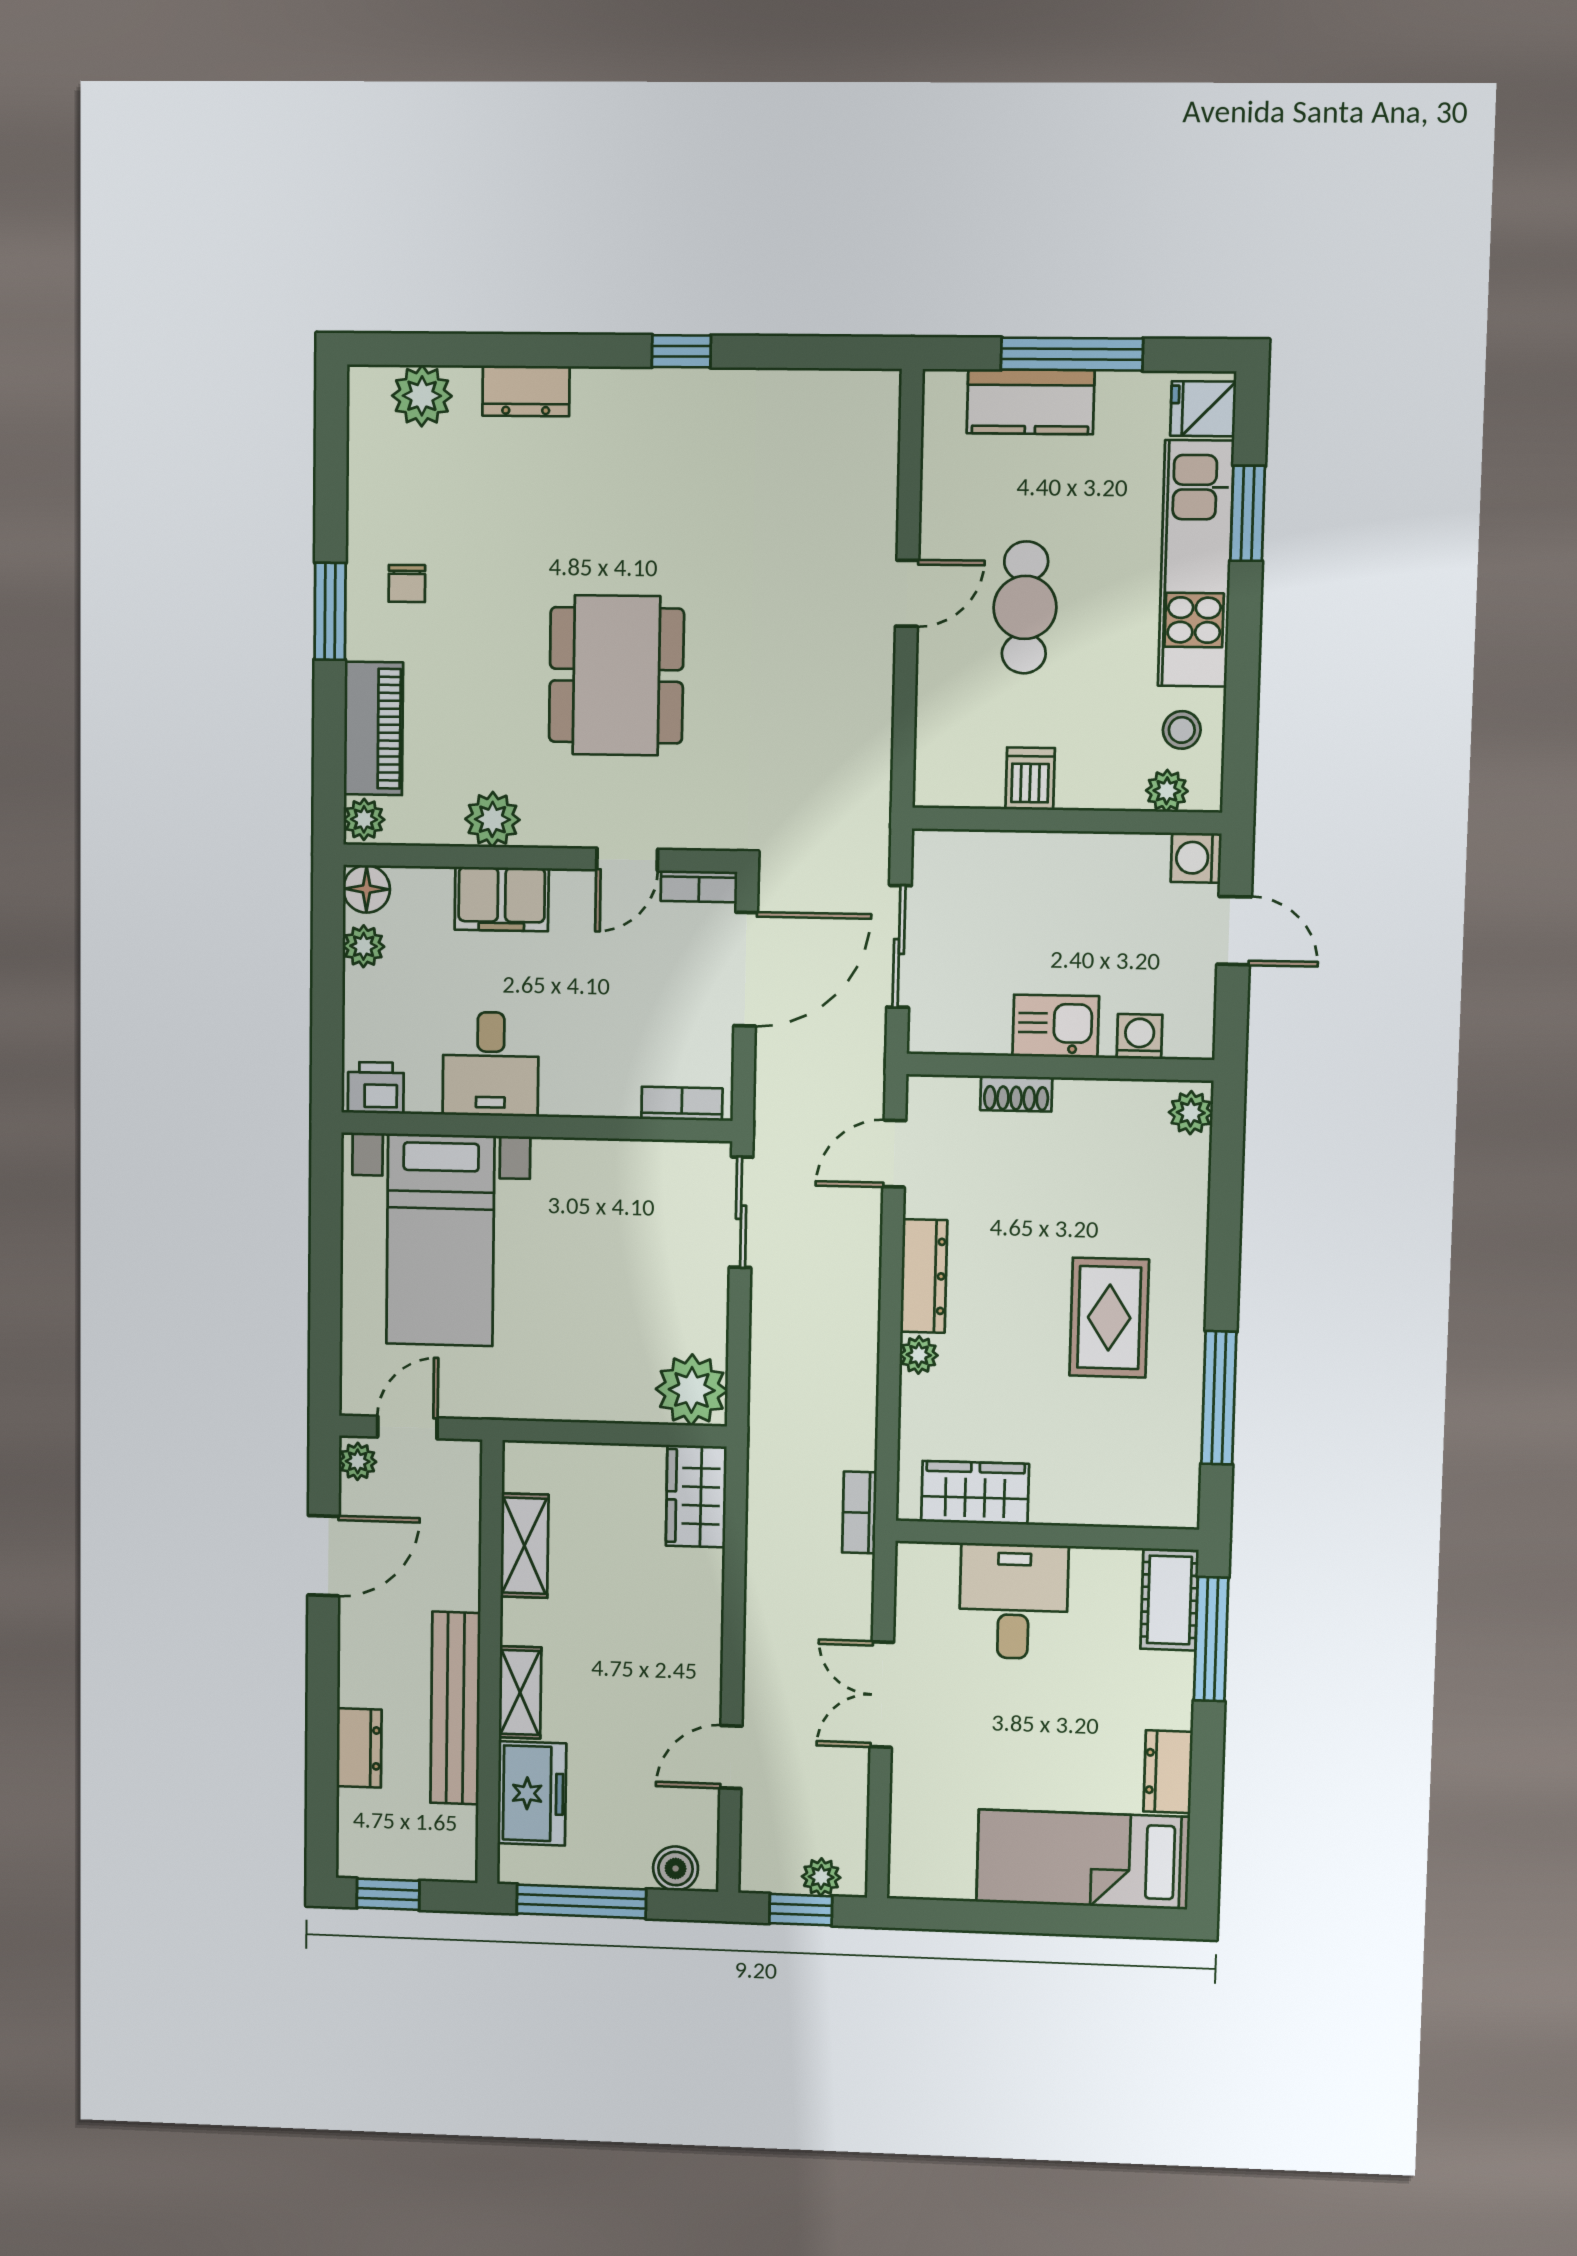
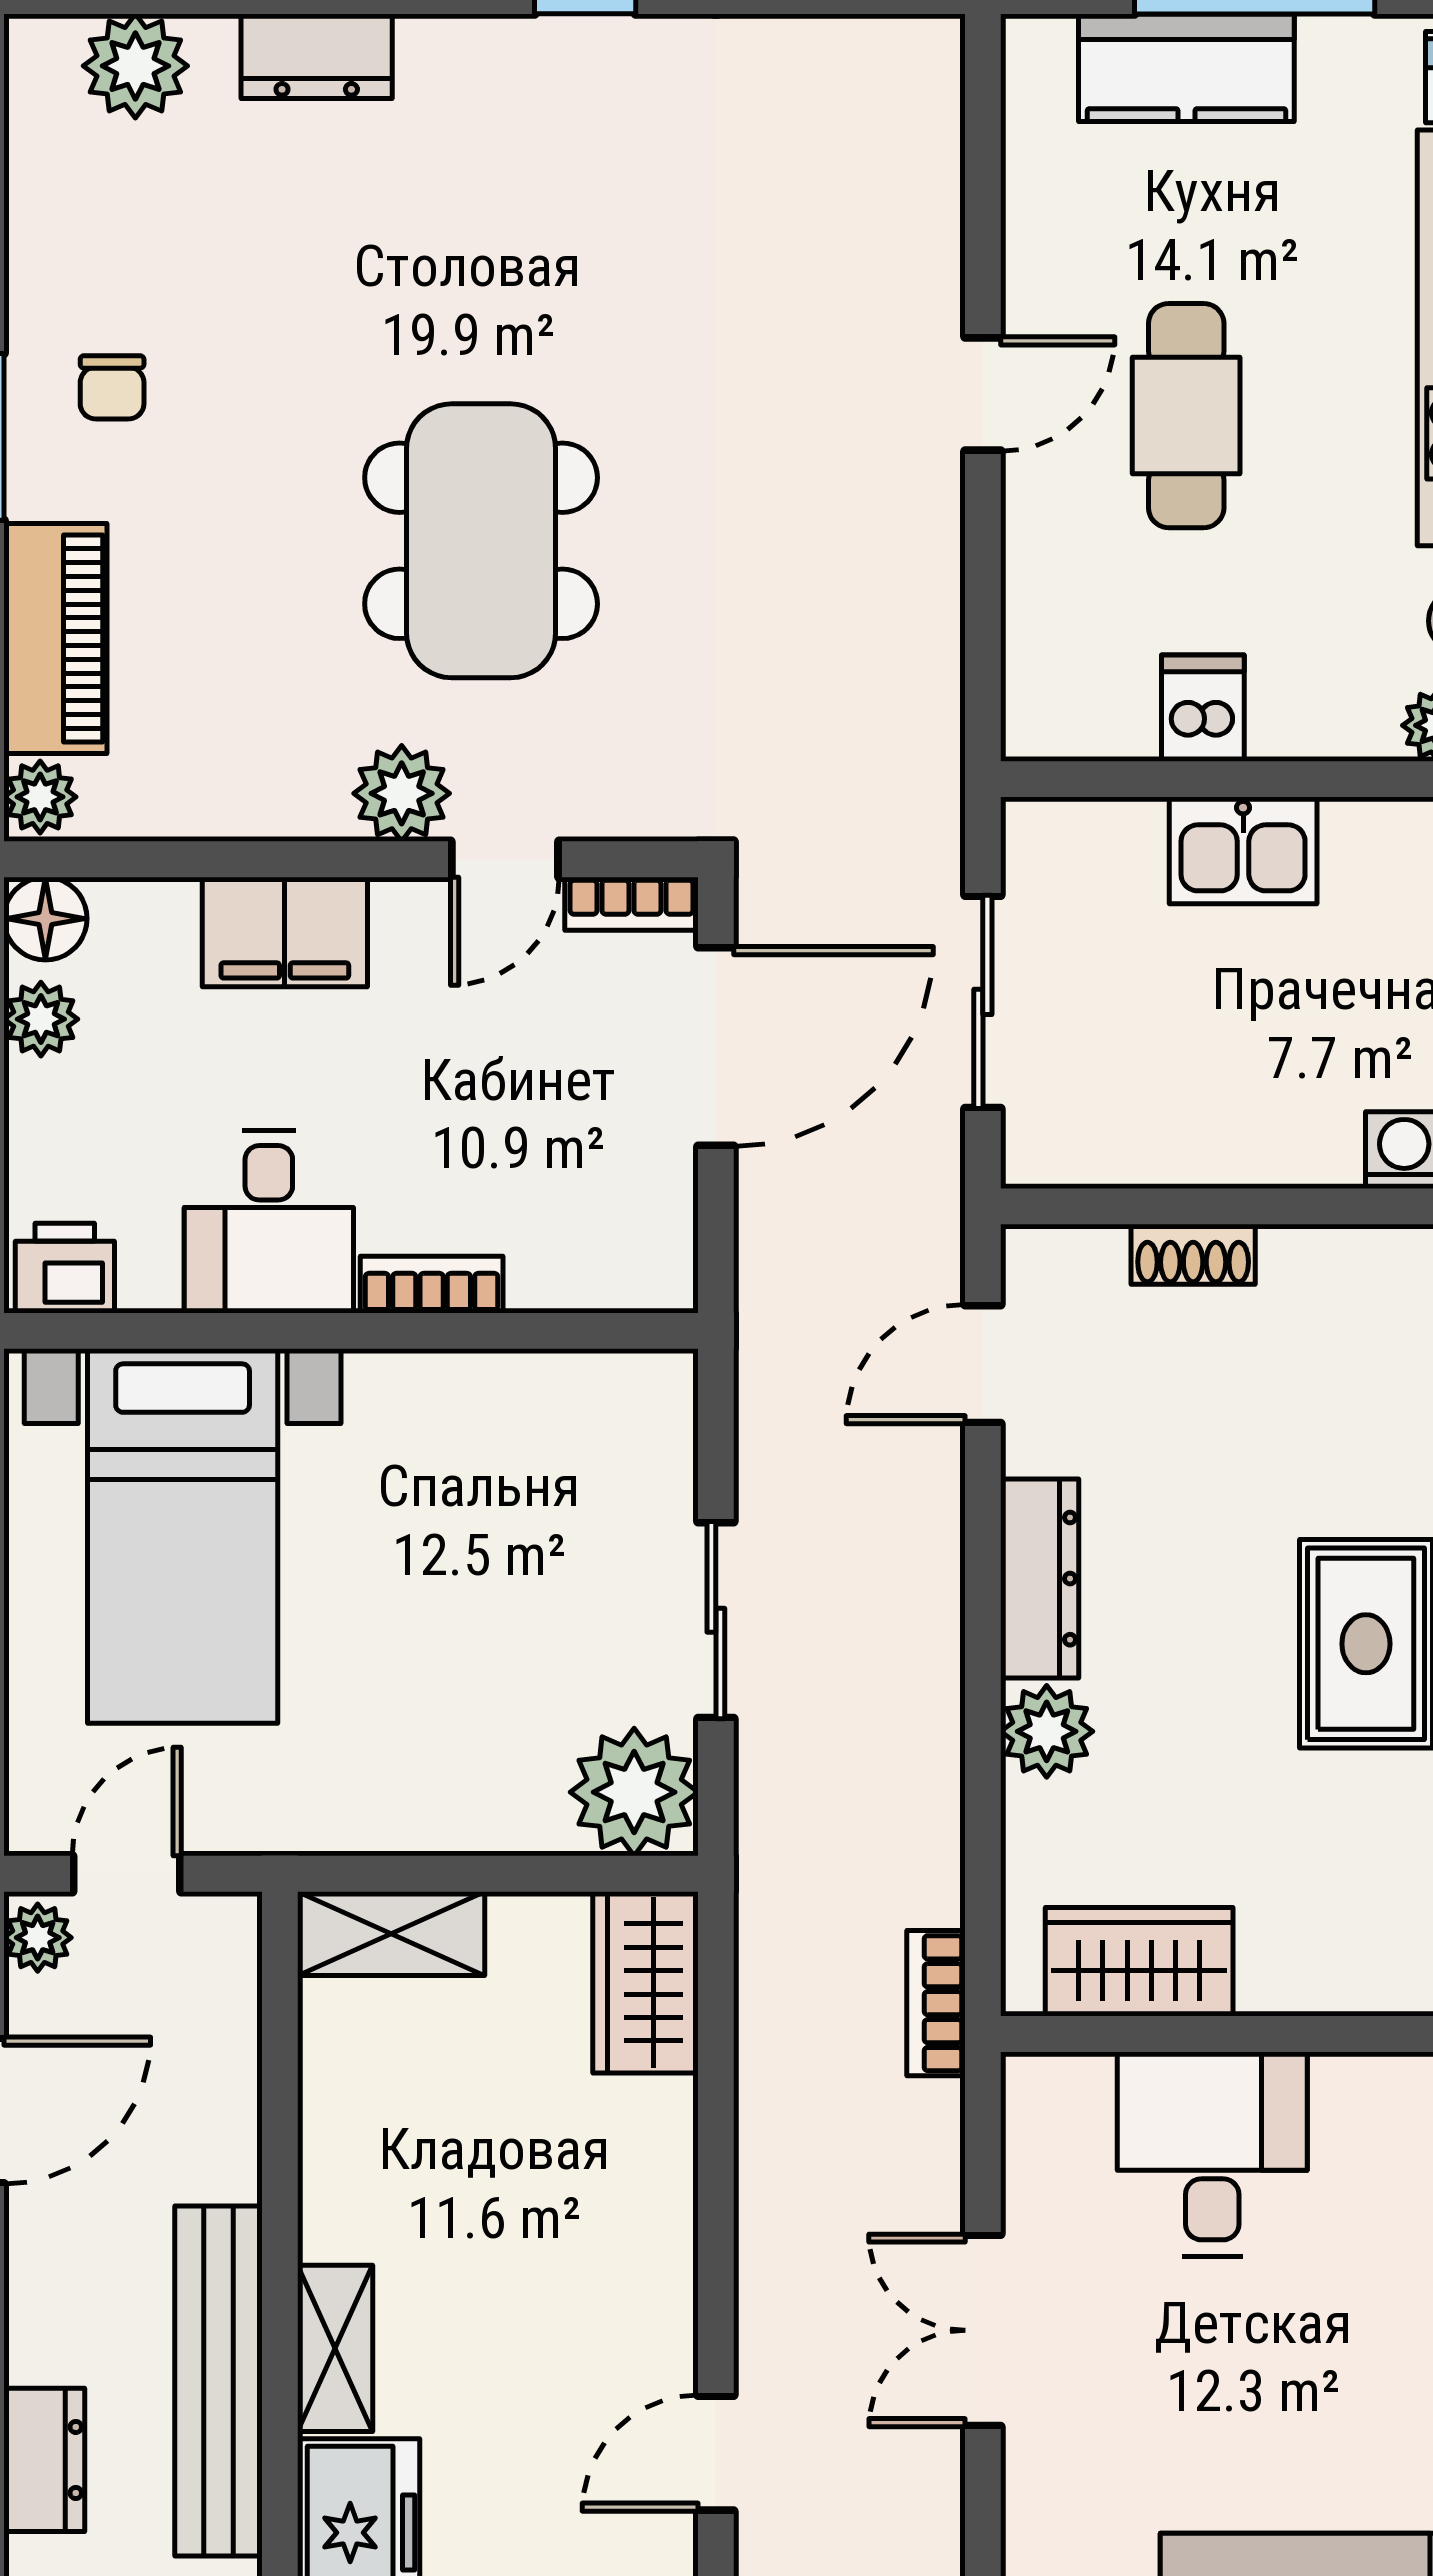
plant: (492, 819) -> (402, 793), moved
kitchen sink: (1056, 1026) -> (1243, 850), moved, turned 180
bookcase: (682, 1104) -> (432, 1285), moved
sliding door: (741, 1212) -> (716, 1620), moved
plant: (919, 1355) -> (1047, 1731), width x1.38, depth x1.38
shelving: (524, 1546) -> (391, 1934), moved, turned 90

